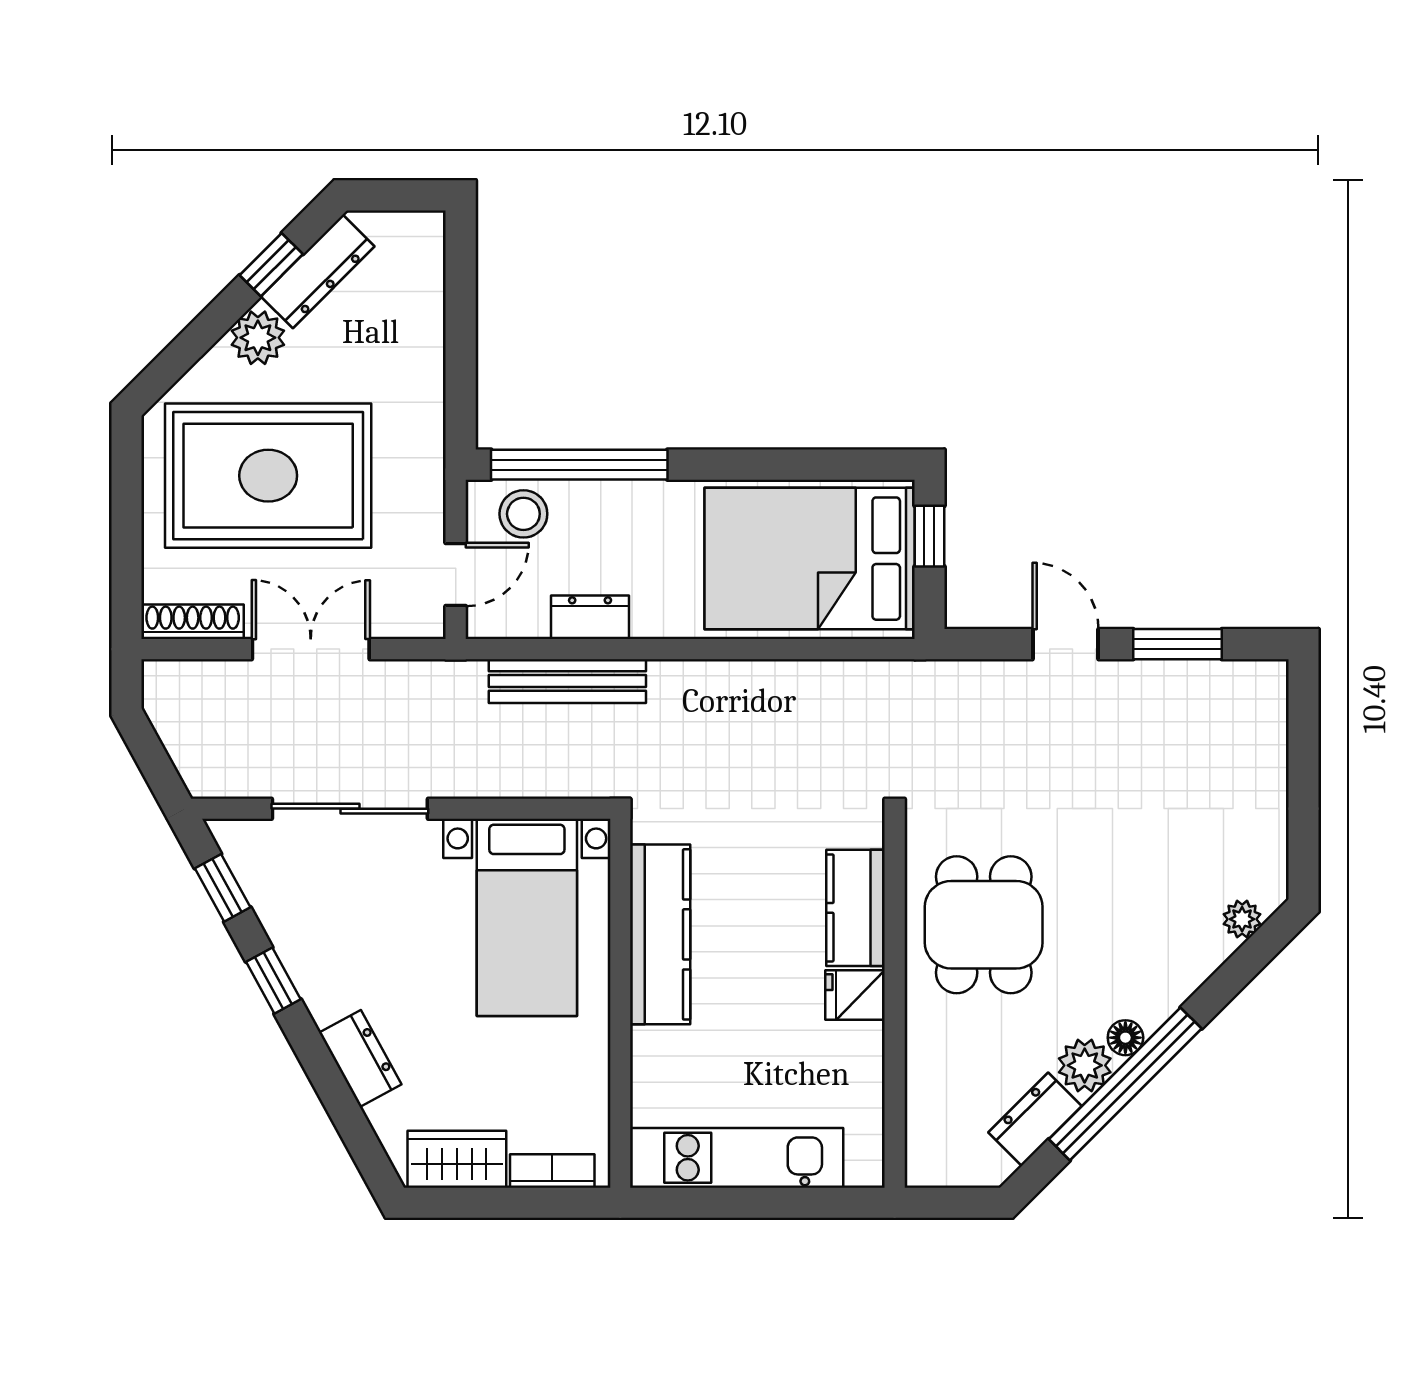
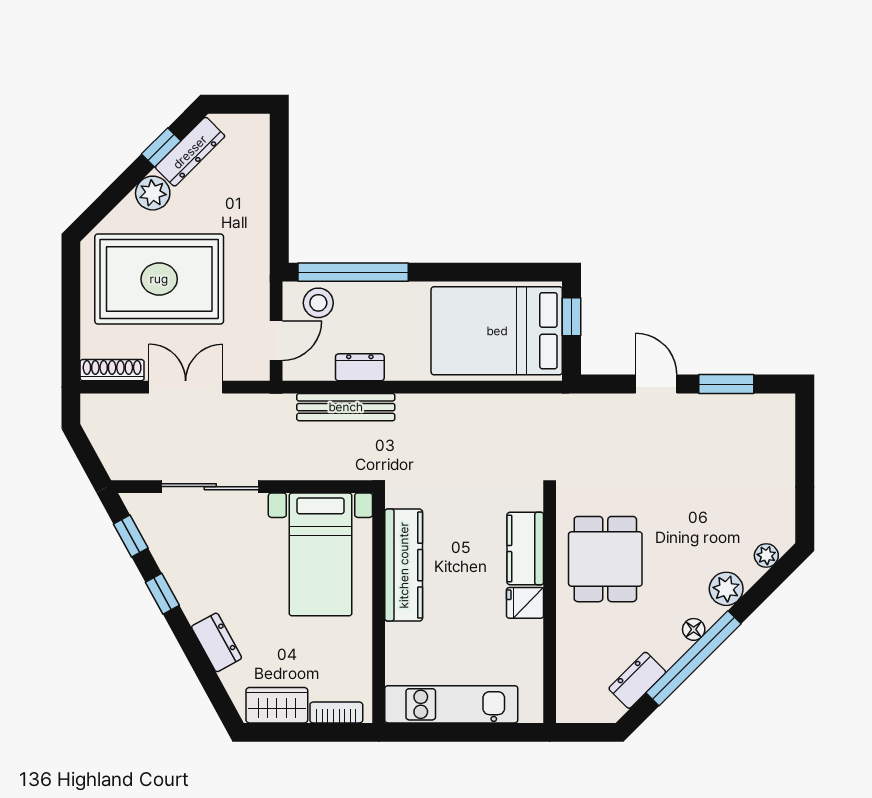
plant: (1085, 1065) -> (726, 589), moved

